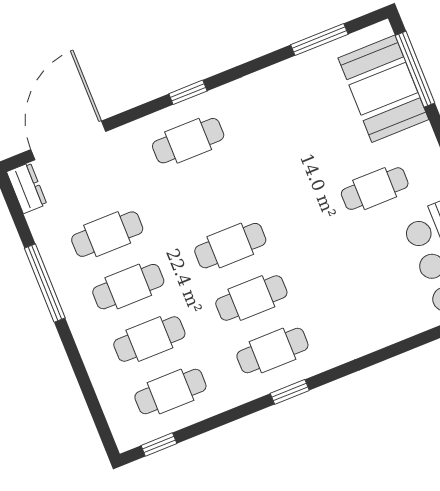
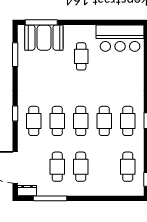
window: (45, 283) -> (50, 198), moved
cafe table: (149, 339) -> (57, 121), moved

